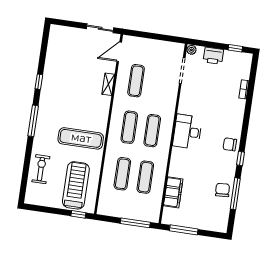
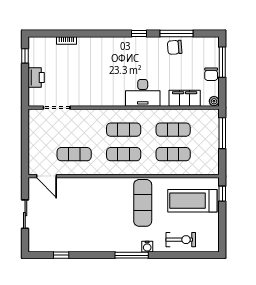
sliding door: (100, 28) -> (25, 214), moved
plant: (191, 50) -> (214, 101), moved
window: (39, 82) -> (61, 255), moved
shelving: (108, 84) -> (82, 183), removed
desk: (187, 132) -> (143, 93), moved
water cooler: (39, 137) -> (147, 247), added
chair: (230, 144) -> (211, 74), moved
exercise bike: (41, 169) -> (181, 240), turned 180
window: (184, 230) -> (222, 62), moved

